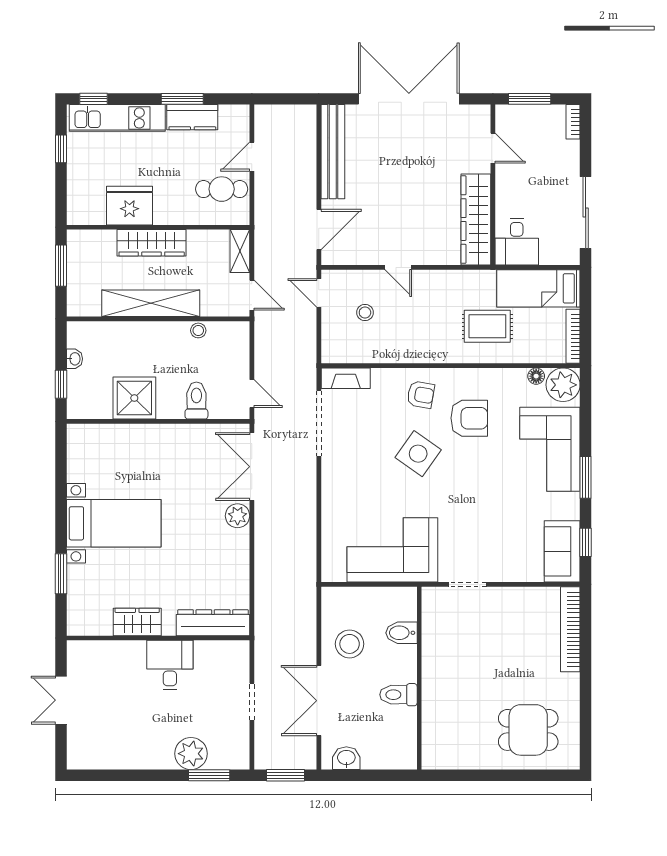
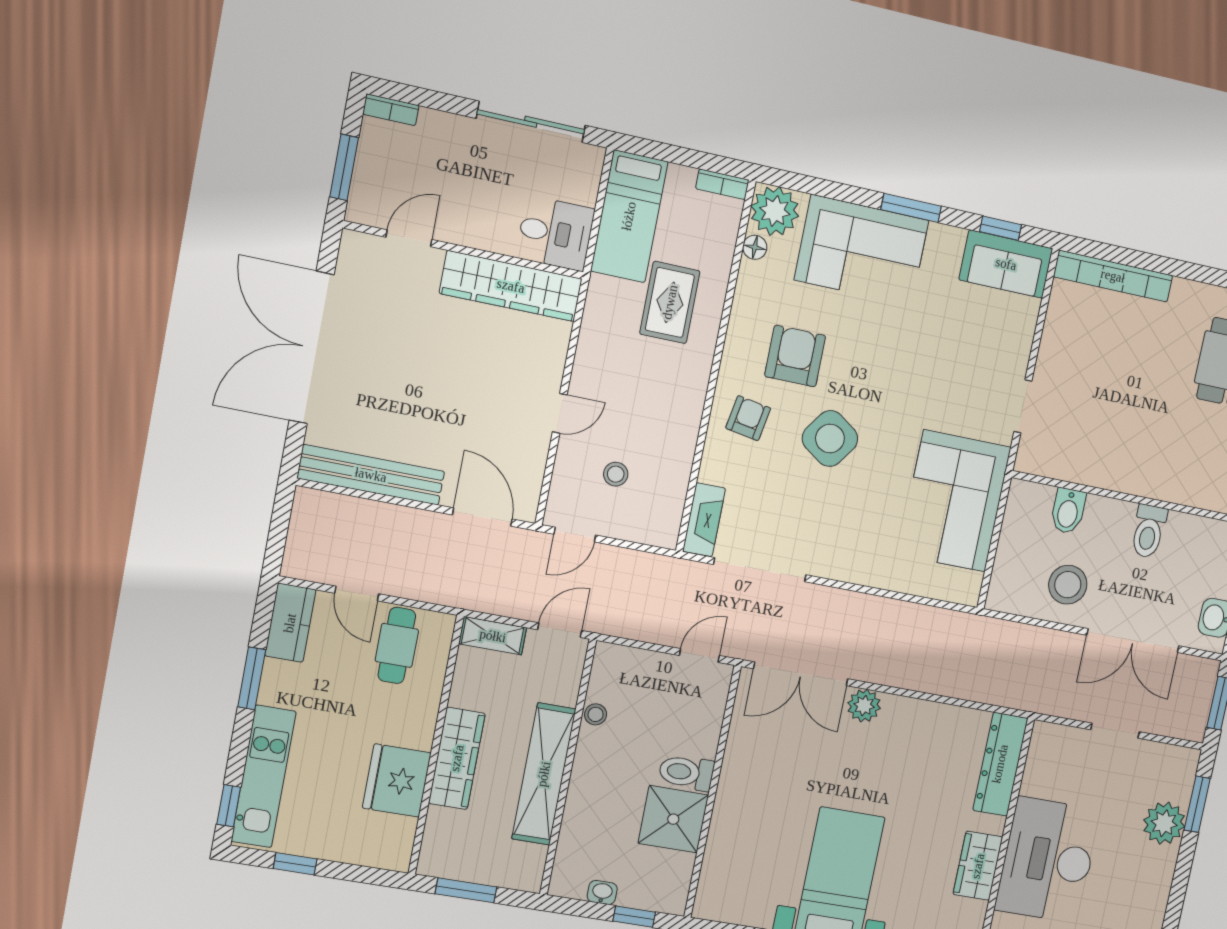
kitchen counter: (192, 117) -> (290, 623), moved
bookcase: (573, 336) -> (722, 184), width x0.64
toilet: (196, 401) -> (686, 772), moved
desk: (170, 665) -> (1048, 860), width x1.87, depth x1.30

